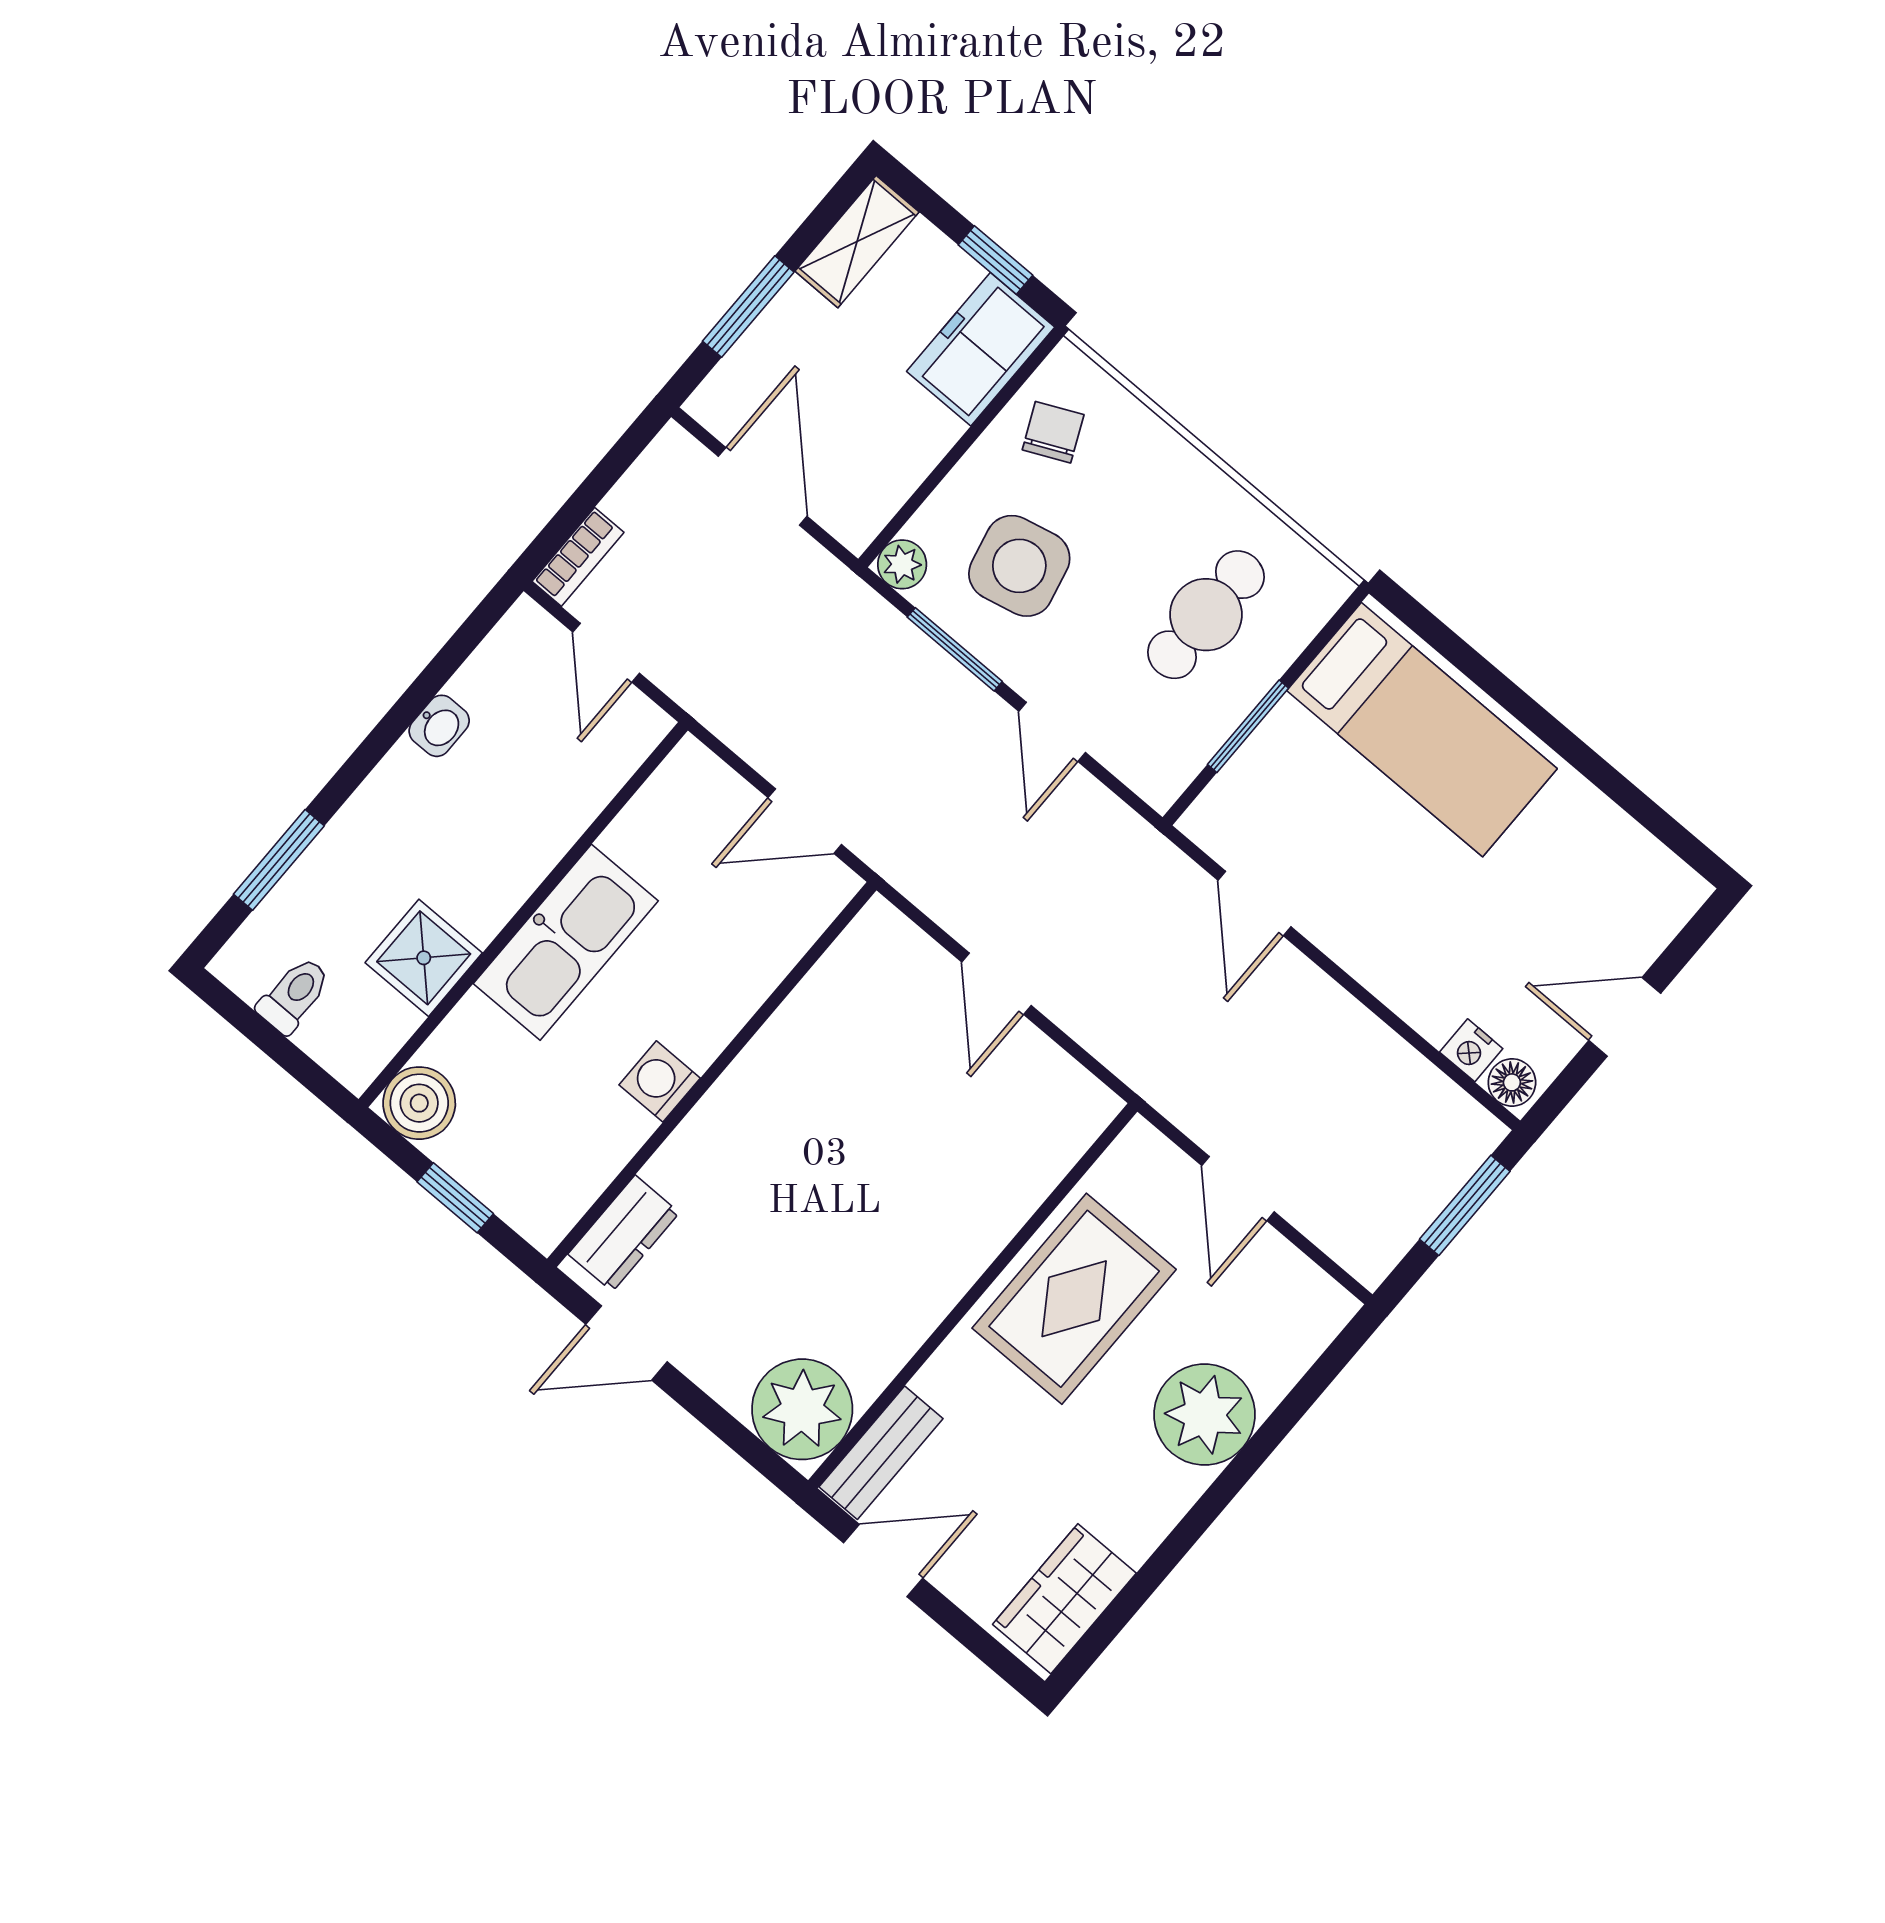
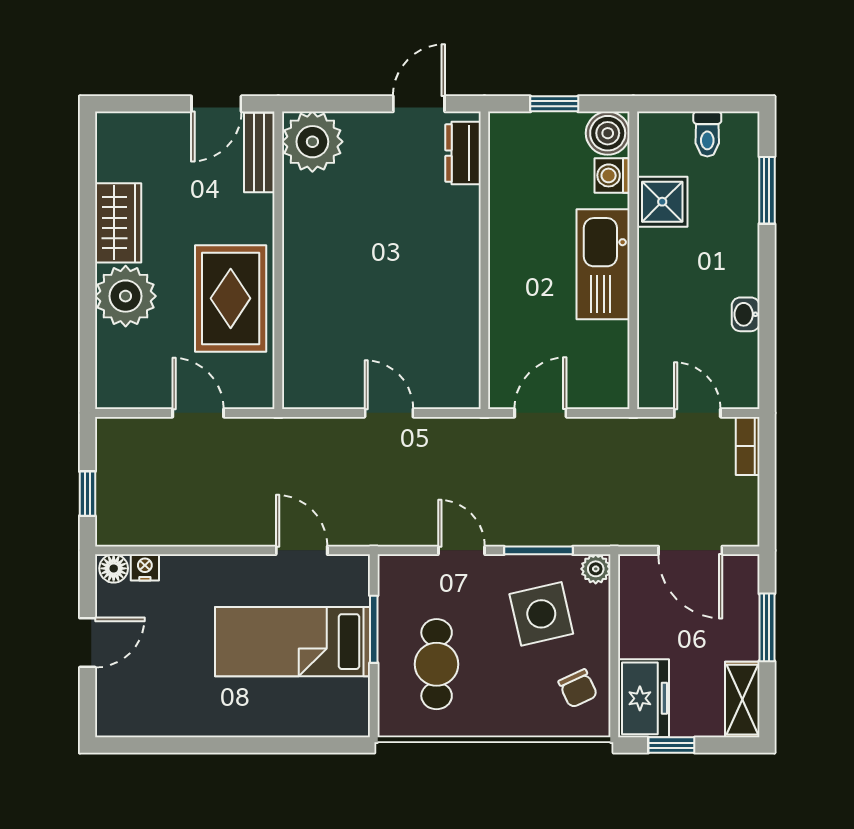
bed: (1422, 730) -> (293, 642), moved
washing machine: (660, 1081) -> (612, 175), moved, turned 180
window: (1465, 1205) -> (87, 494), width x0.67
wardrobe: (1064, 1599) -> (118, 223), moved

